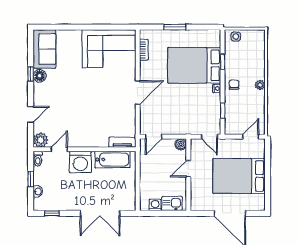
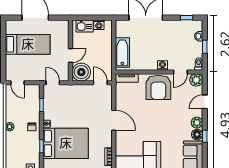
plant: (40, 90) -> (197, 123), added
door: (138, 93) -> (114, 120), swing flipped
armchair: (85, 131) -> (158, 87), added
door: (154, 137) -> (100, 83), hinge flipped
door: (251, 137) -> (18, 83), hinge flipped
boiler: (181, 144) -> (81, 72), width x1.86, depth x1.86
bathtub: (112, 159) -> (122, 53), moved, turned 90
washing machine: (80, 162) -> (162, 66), width x0.53, depth x0.53
bed: (239, 176) -> (28, 44), width x0.67

